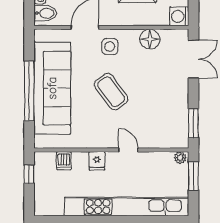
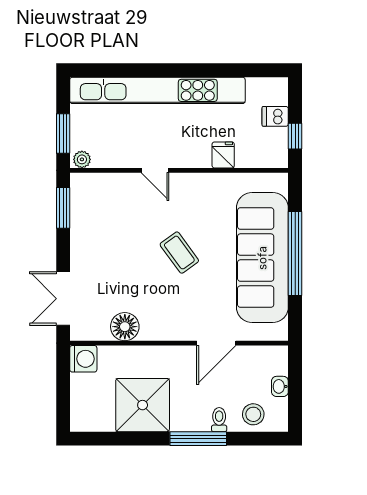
bidet: (45, 13) -> (272, 363), removed
side table: (110, 47) -> (181, 316), removed
coffee table: (111, 92) -> (179, 253), width x0.73, depth x0.77
dishwasher: (64, 161) -> (275, 116), moved, turned -90
fridge: (97, 161) -> (223, 155), moved

